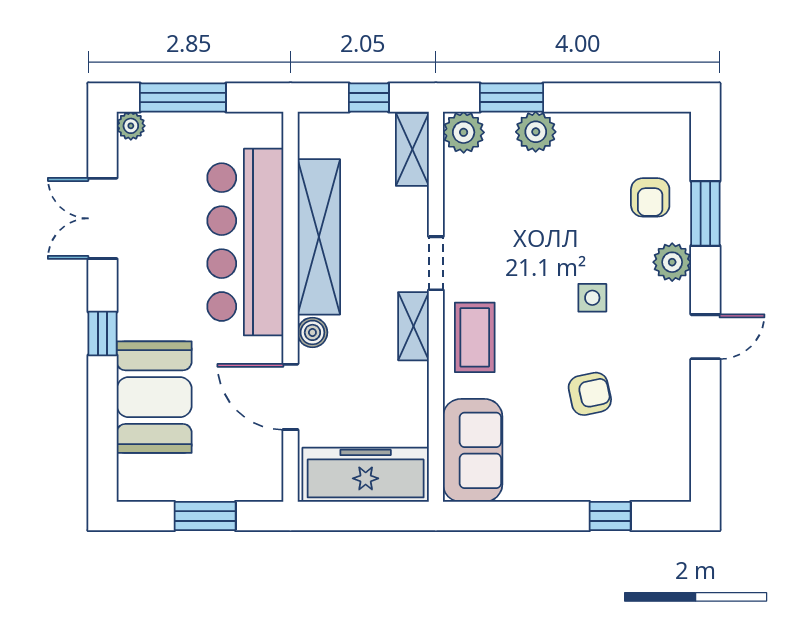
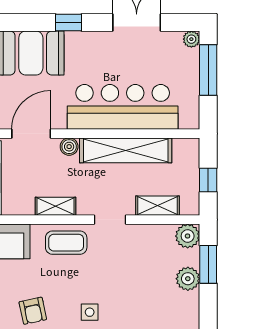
shelving: (412, 149) -> (158, 206), moved
shelving: (413, 326) -> (56, 206), moved

